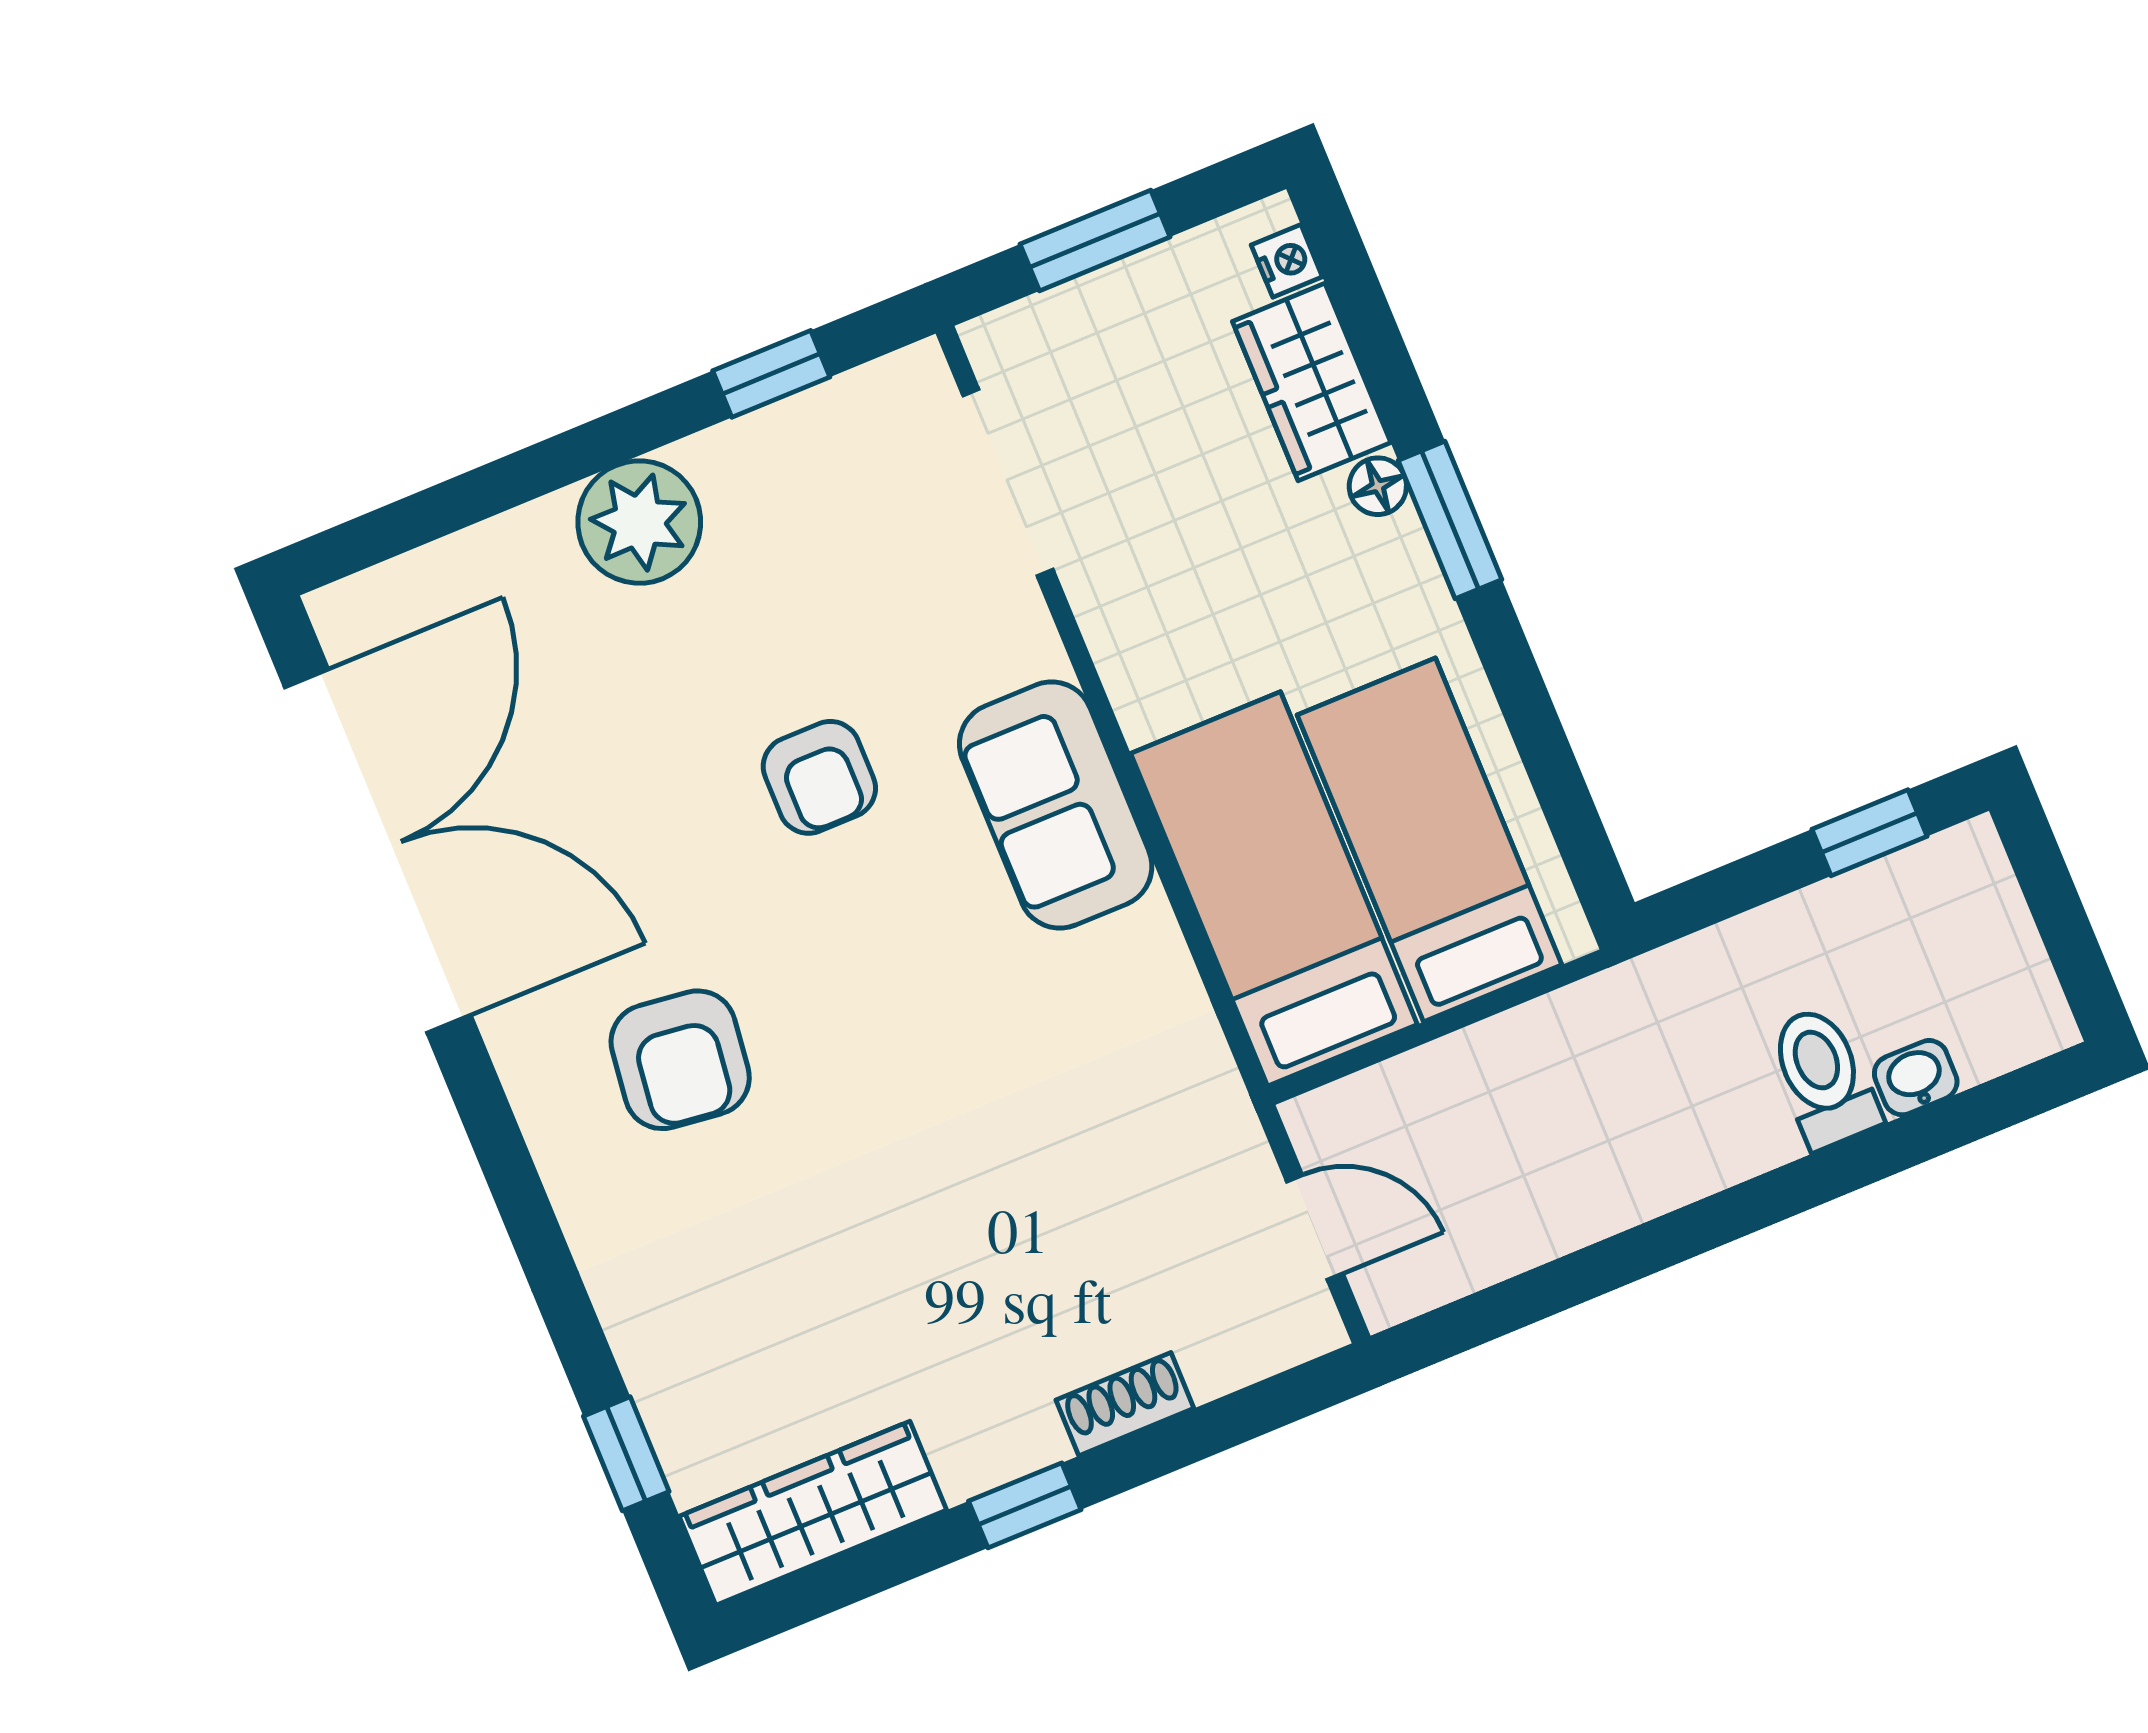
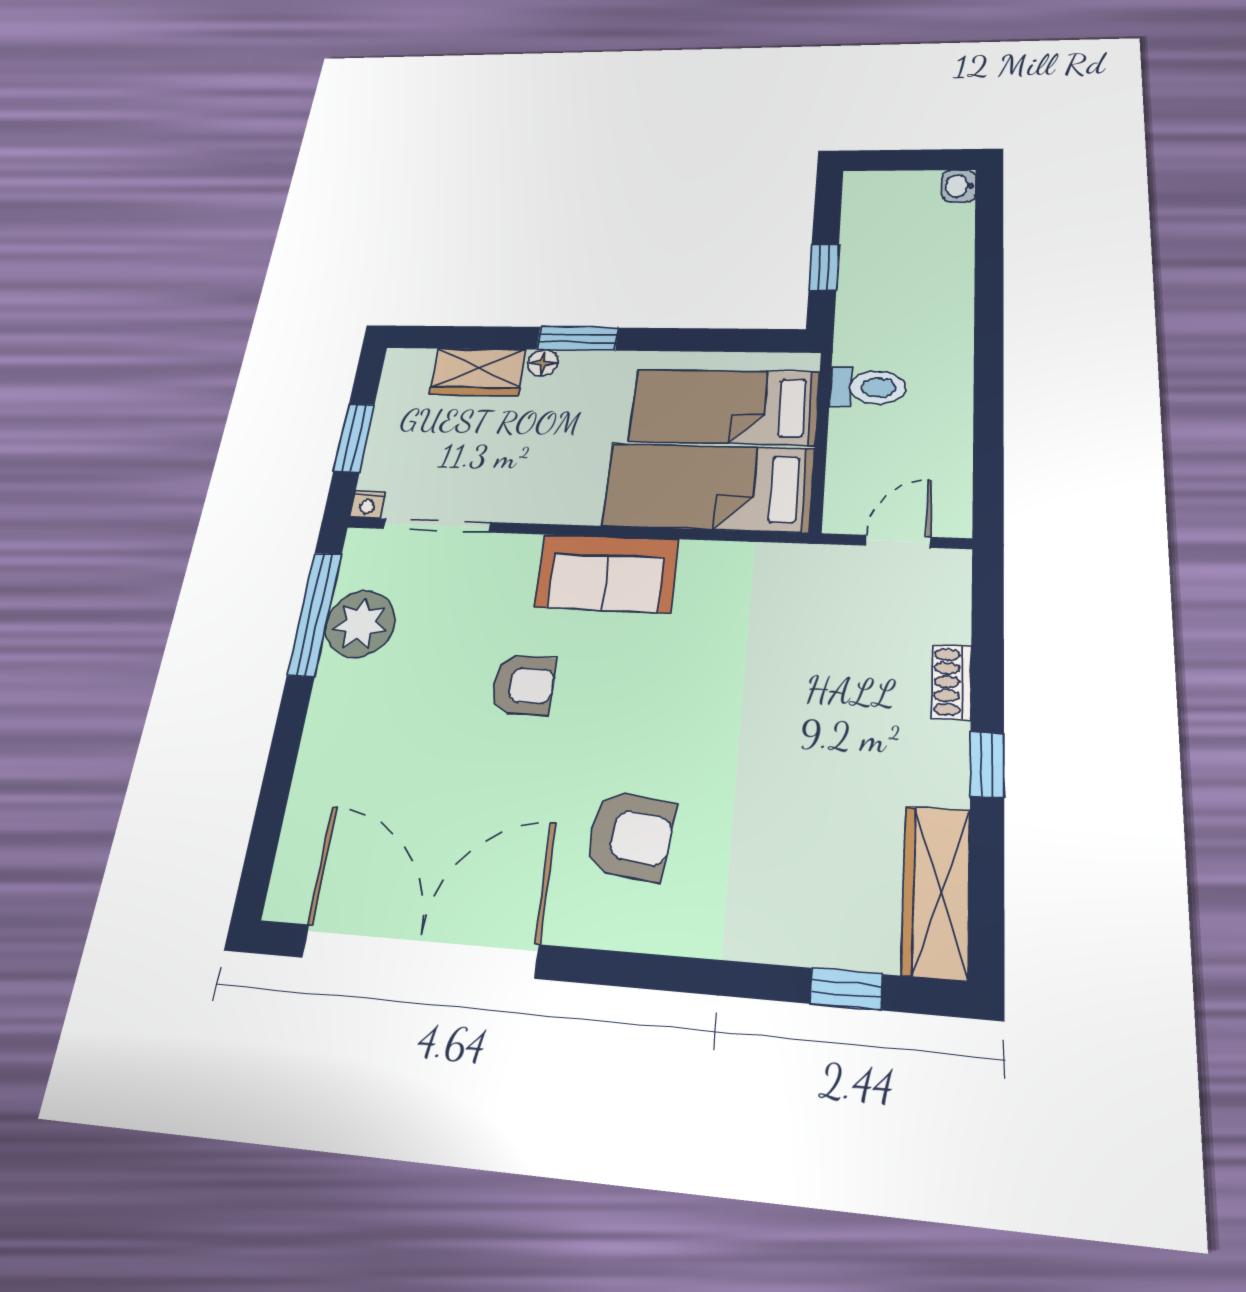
nightstand: (1287, 261) -> (368, 505), moved, turned 180
window: (771, 374) -> (315, 614), width x2.17
plant: (639, 522) -> (360, 624), moved
window: (1870, 833) -> (824, 268), moved
toilet: (1824, 1077) -> (868, 387), moved, turned 180
washbasin: (1916, 1078) -> (959, 186), moved

